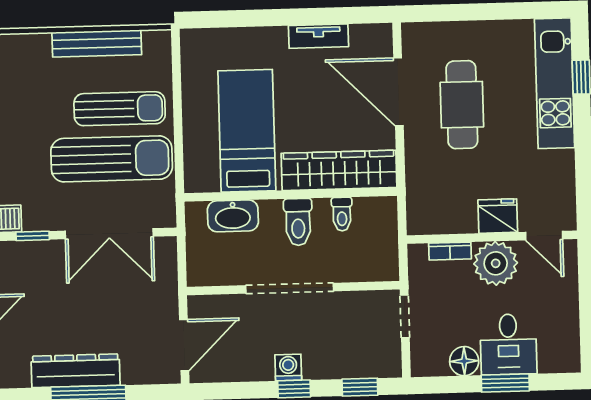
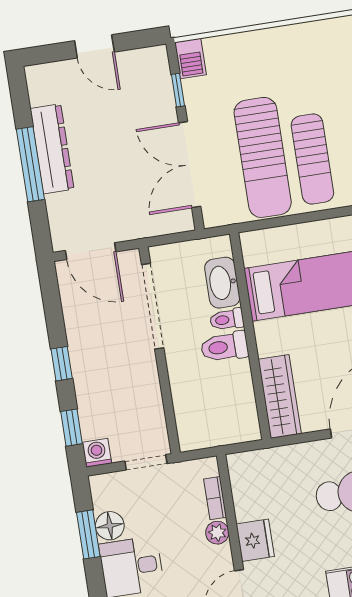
wardrobe: (339, 170) -> (280, 396), width x0.71, depth x0.85
toilet: (342, 214) -> (227, 319), moved
plant: (496, 263) -> (217, 533), width x0.53, depth x0.53
doorway: (290, 288) -> (153, 306), moved
washing machine: (288, 368) -> (97, 453), moved, turned -90
window: (505, 383) -> (88, 534), moved

